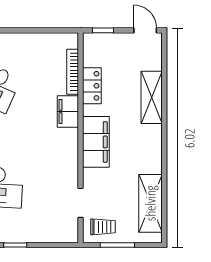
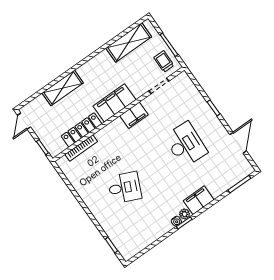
locker: (92, 86) -> (82, 130), width x1.53
filing cabinet: (68, 112) -> (134, 115), moved

